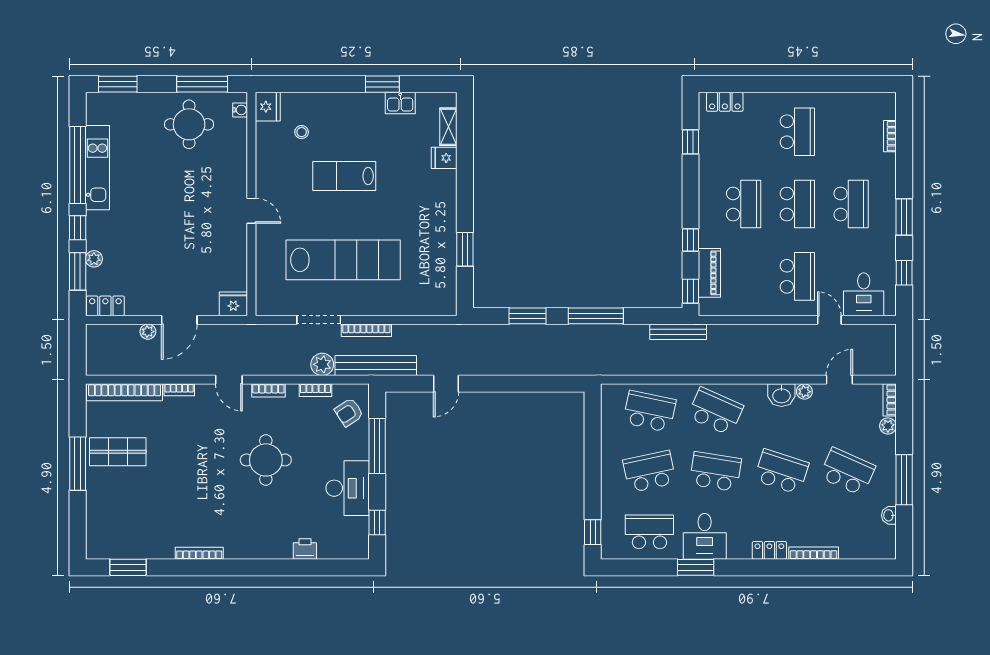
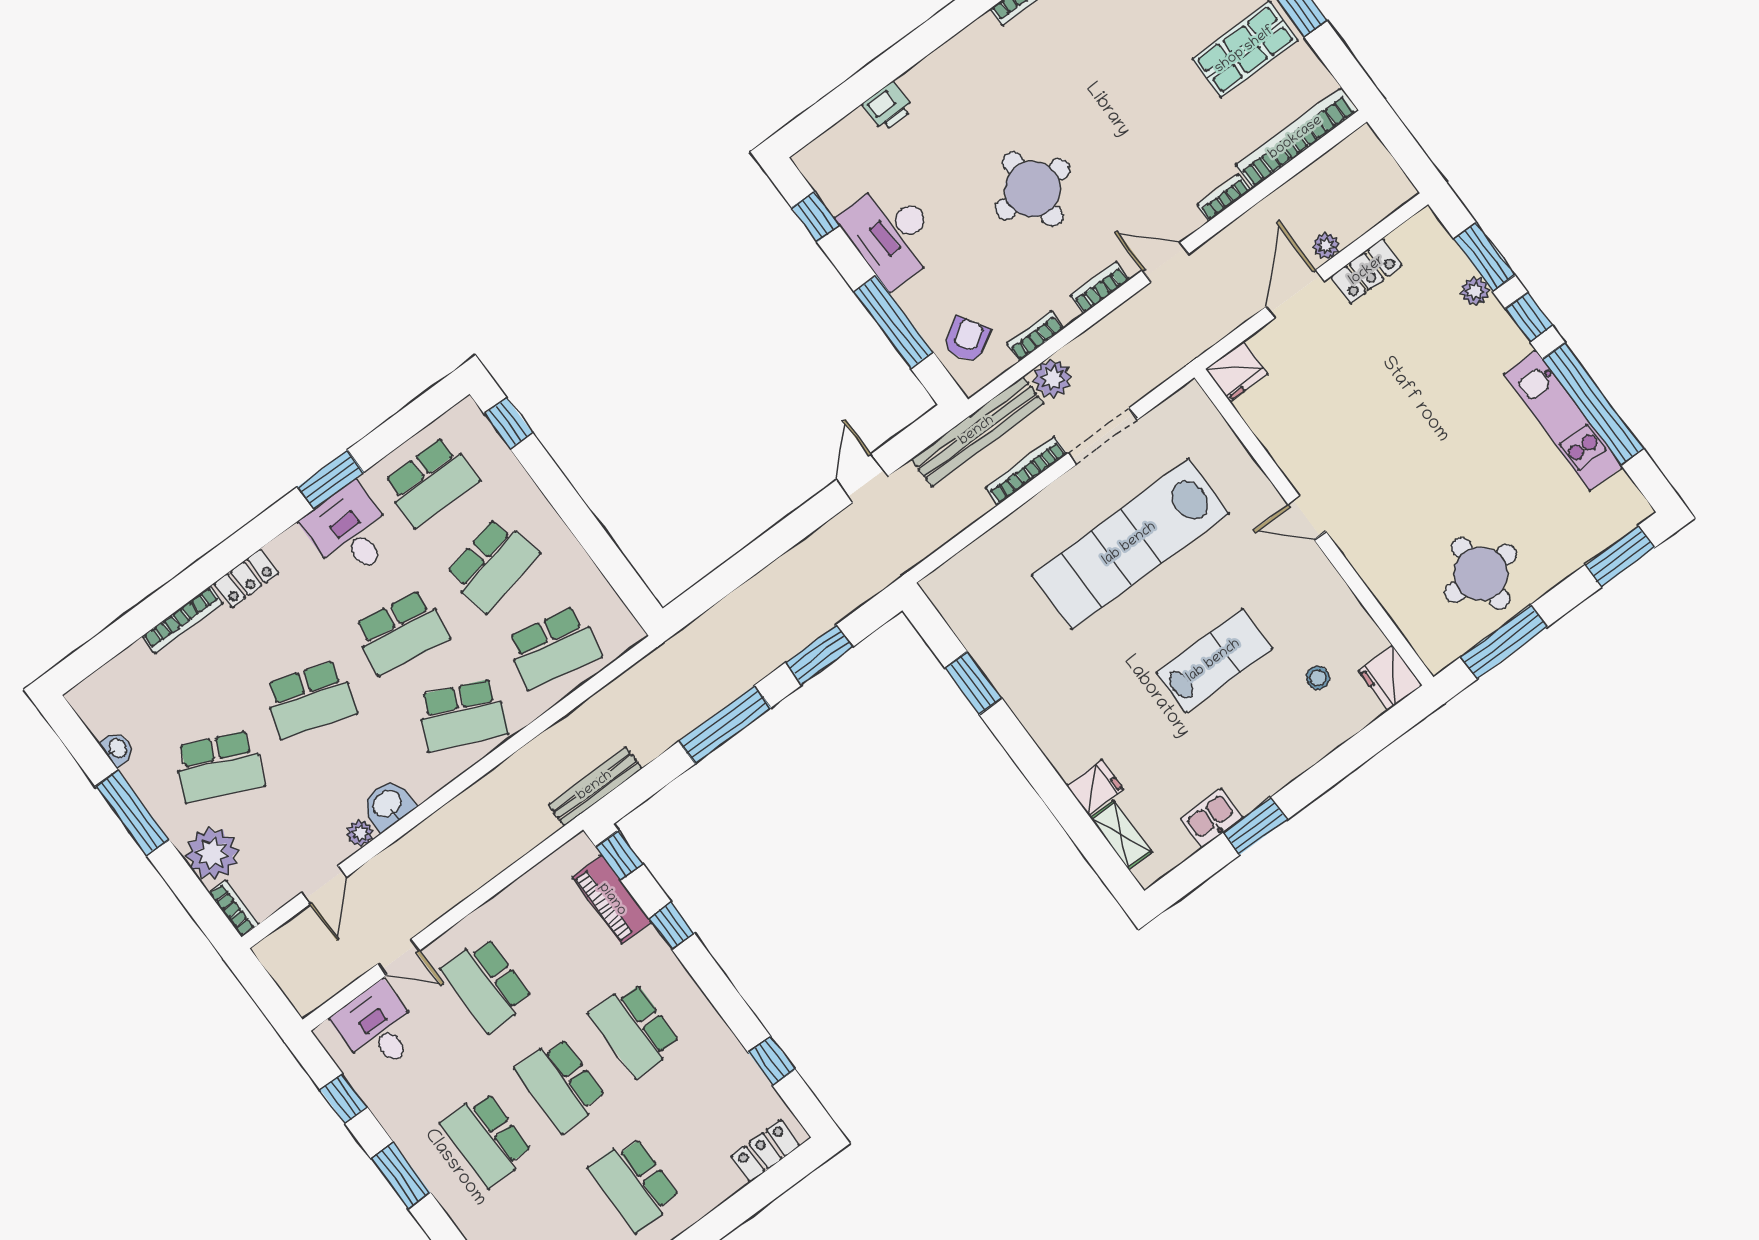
water cooler: (240, 110) -> (1425, 646), removed
locker: (105, 306) -> (1367, 271), moved
plant: (888, 426) -> (212, 853), width x1.88, depth x1.88

